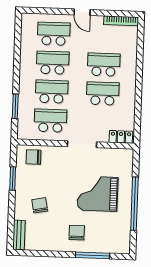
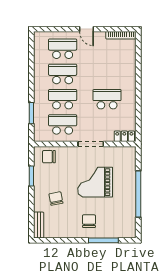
school desk: (104, 65) -> (107, 74), removed
grand piano: (98, 194) -> (95, 182), moved

